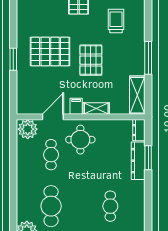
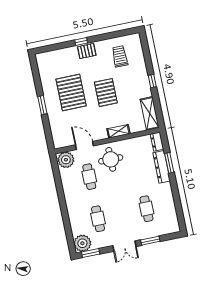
pallet: (50, 52) -> (71, 92), turned 90
window: (148, 58) -> (152, 81), width x0.46
filing cabinet: (76, 106) -> (102, 133), removed
door: (53, 117) -> (84, 145), hinge flipped
cafe table: (51, 206) -> (98, 219), width x0.73, depth x0.74

